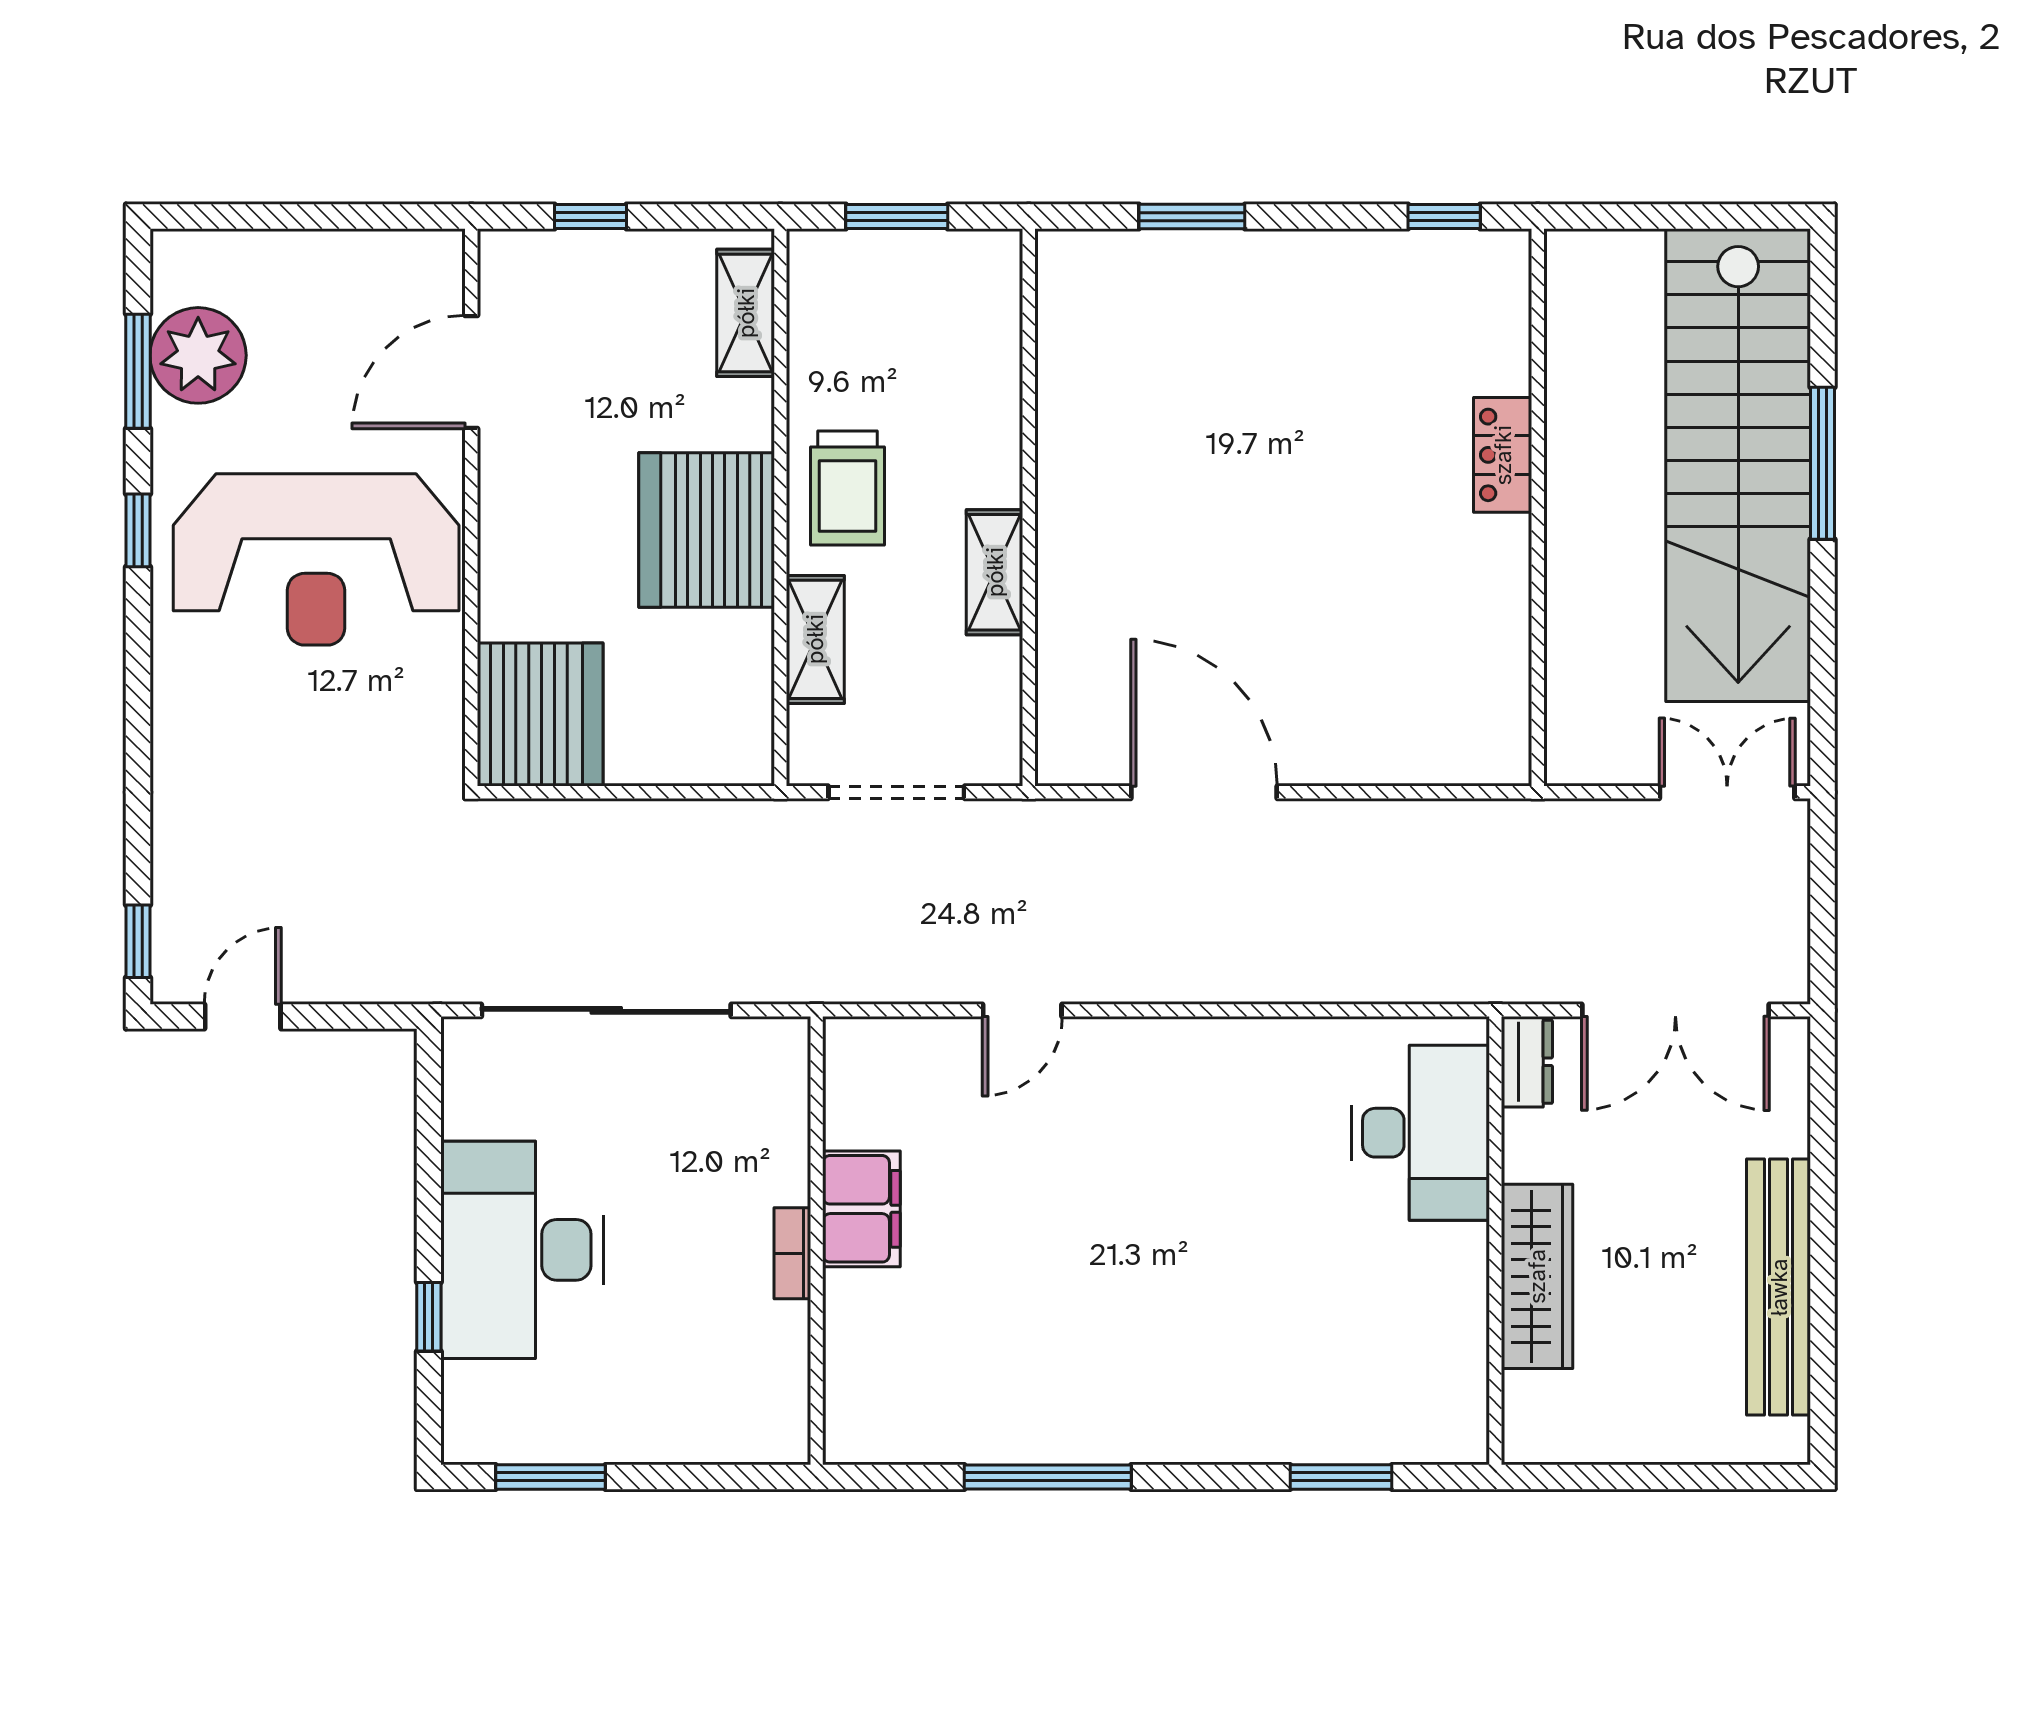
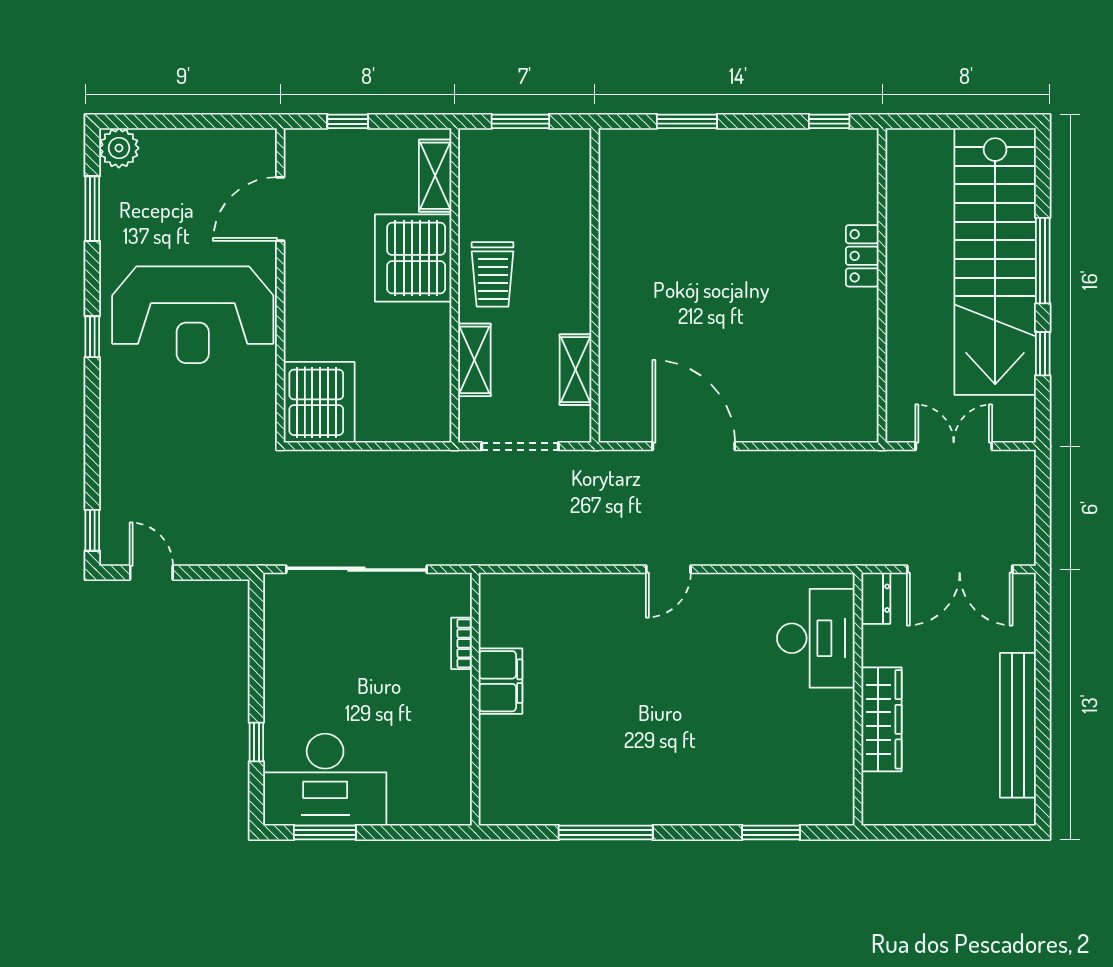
plant: (198, 355) -> (119, 148), moved, width x0.73, depth x0.73
window: (138, 530) -> (92, 337), moved
server rack: (707, 530) -> (413, 258), moved
shelving: (995, 572) -> (576, 370), moved
window: (1823, 628) -> (1043, 354), added
double door: (1727, 792) -> (954, 446), moved
door: (1022, 1010) -> (668, 569), moved
door: (243, 1016) -> (151, 573), hinge flipped
desk: (522, 1250) -> (325, 780), moved, turned -90
bookcase: (792, 1253) -> (461, 643), moved

